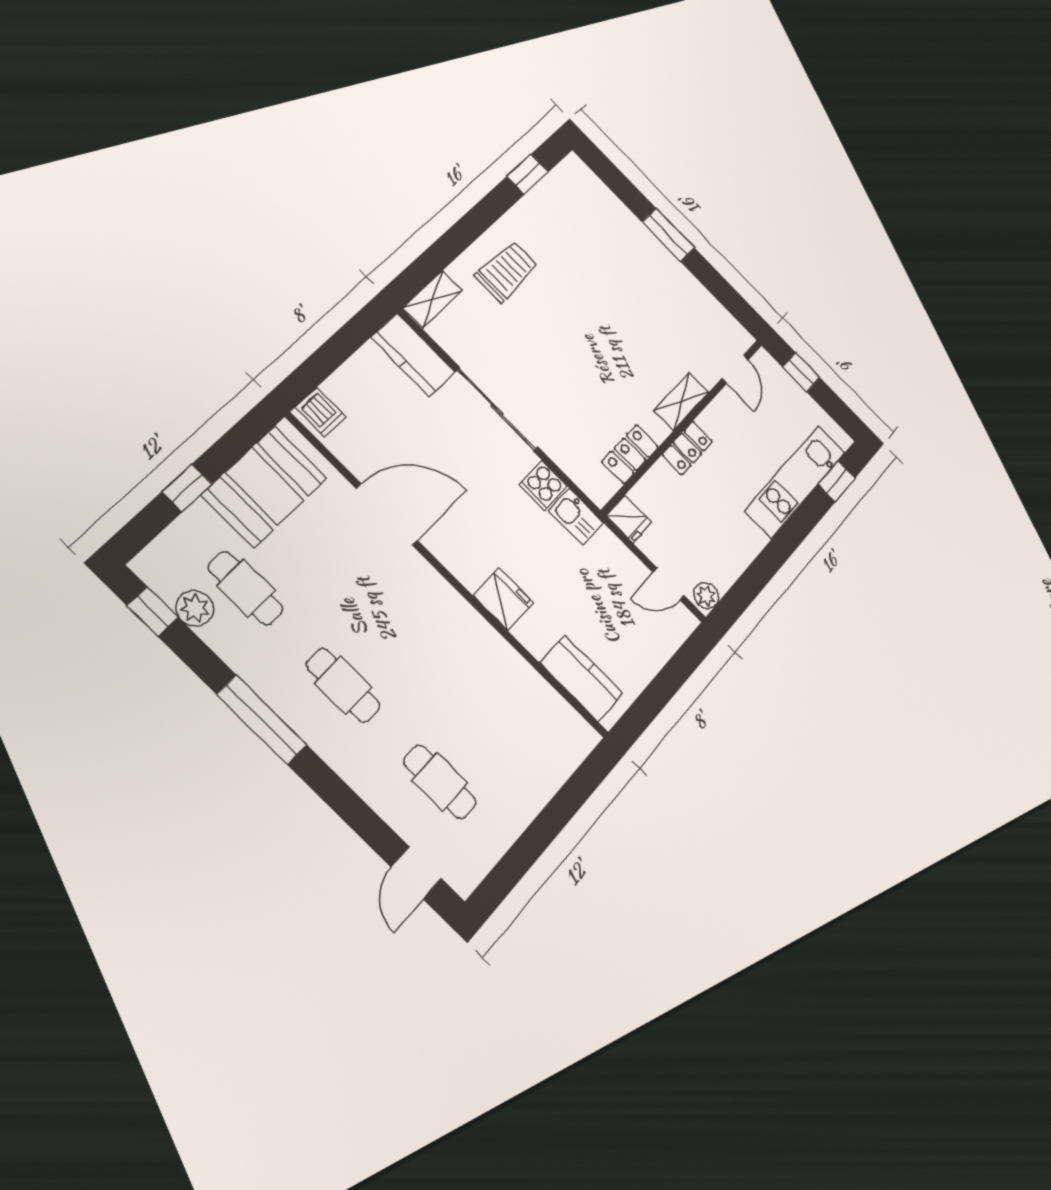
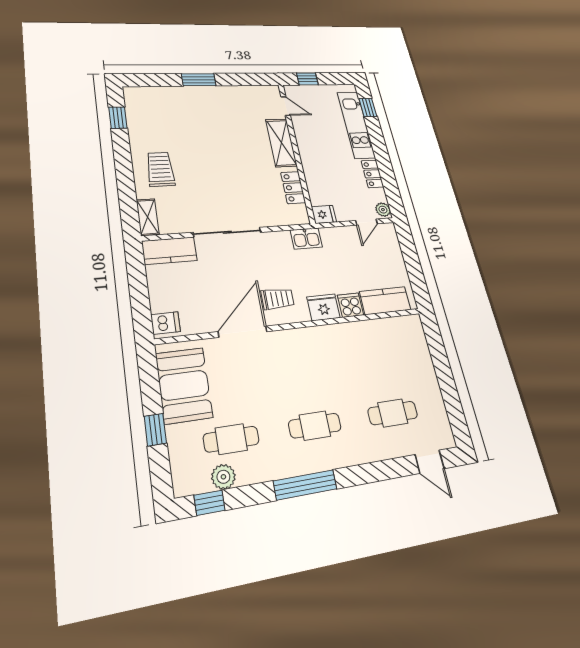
shelving: (681, 401) -> (281, 143), width x1.50, depth x1.33
locker: (687, 448) -> (372, 174), moved, turned 180
cooker: (543, 485) -> (351, 305), moved, turned 180
trolley: (465, 531) -> (278, 299), added

